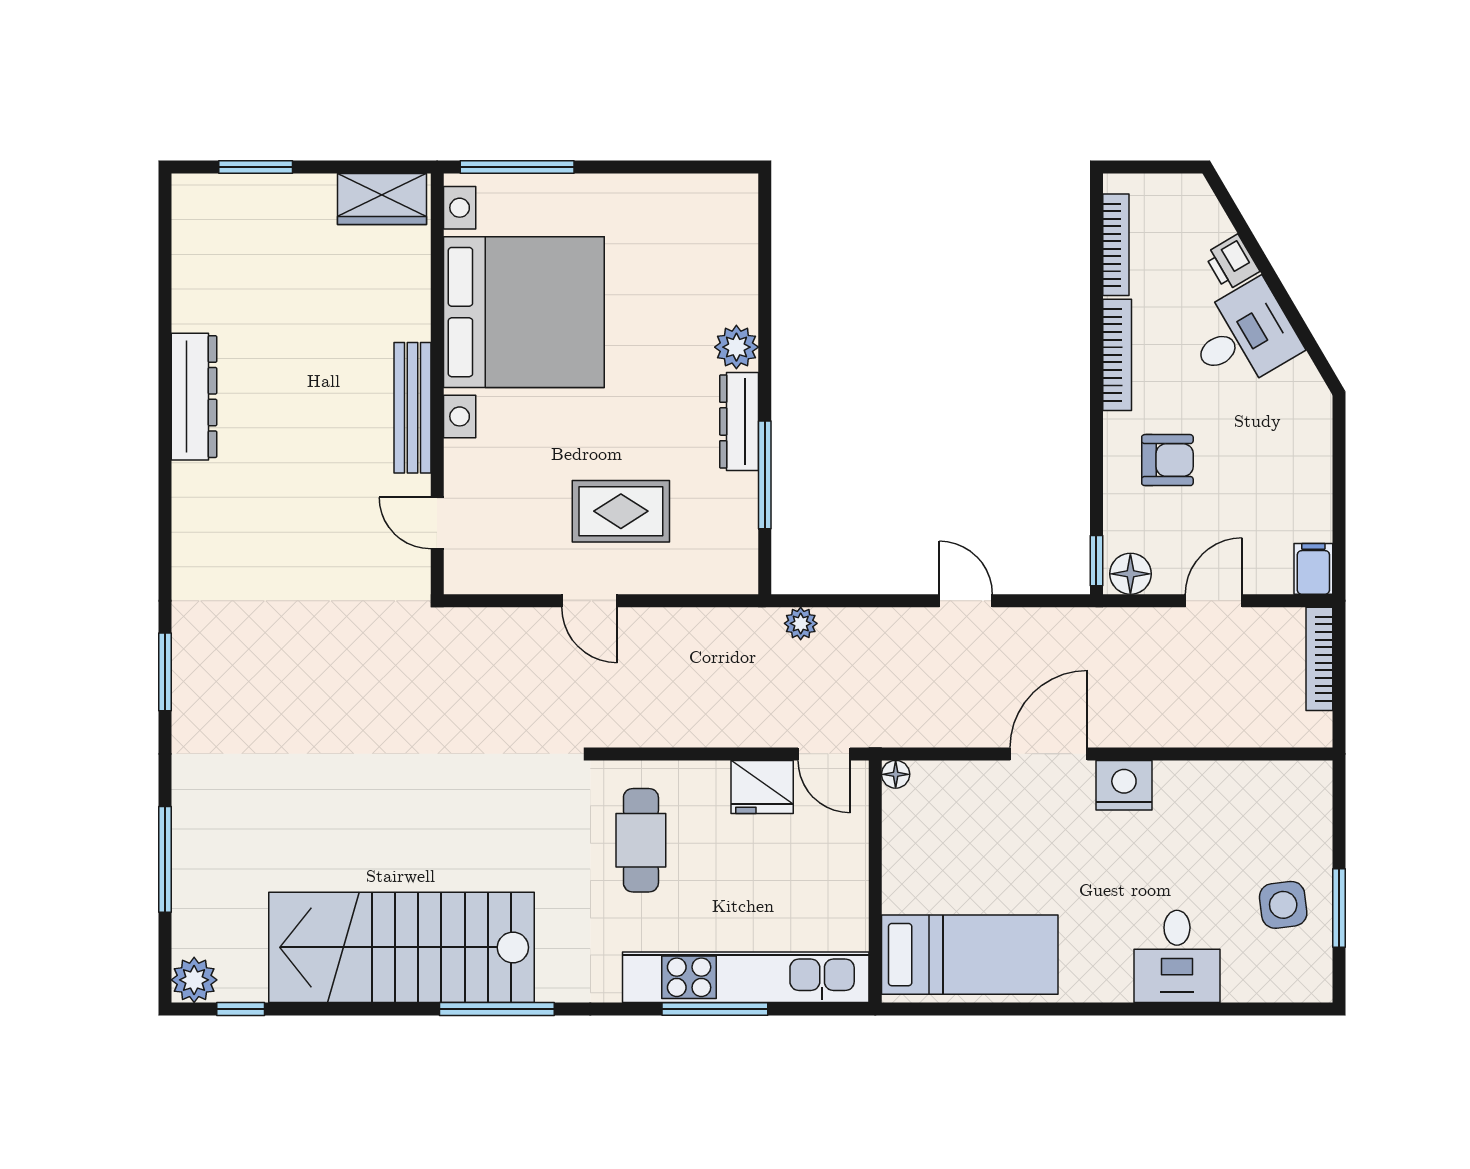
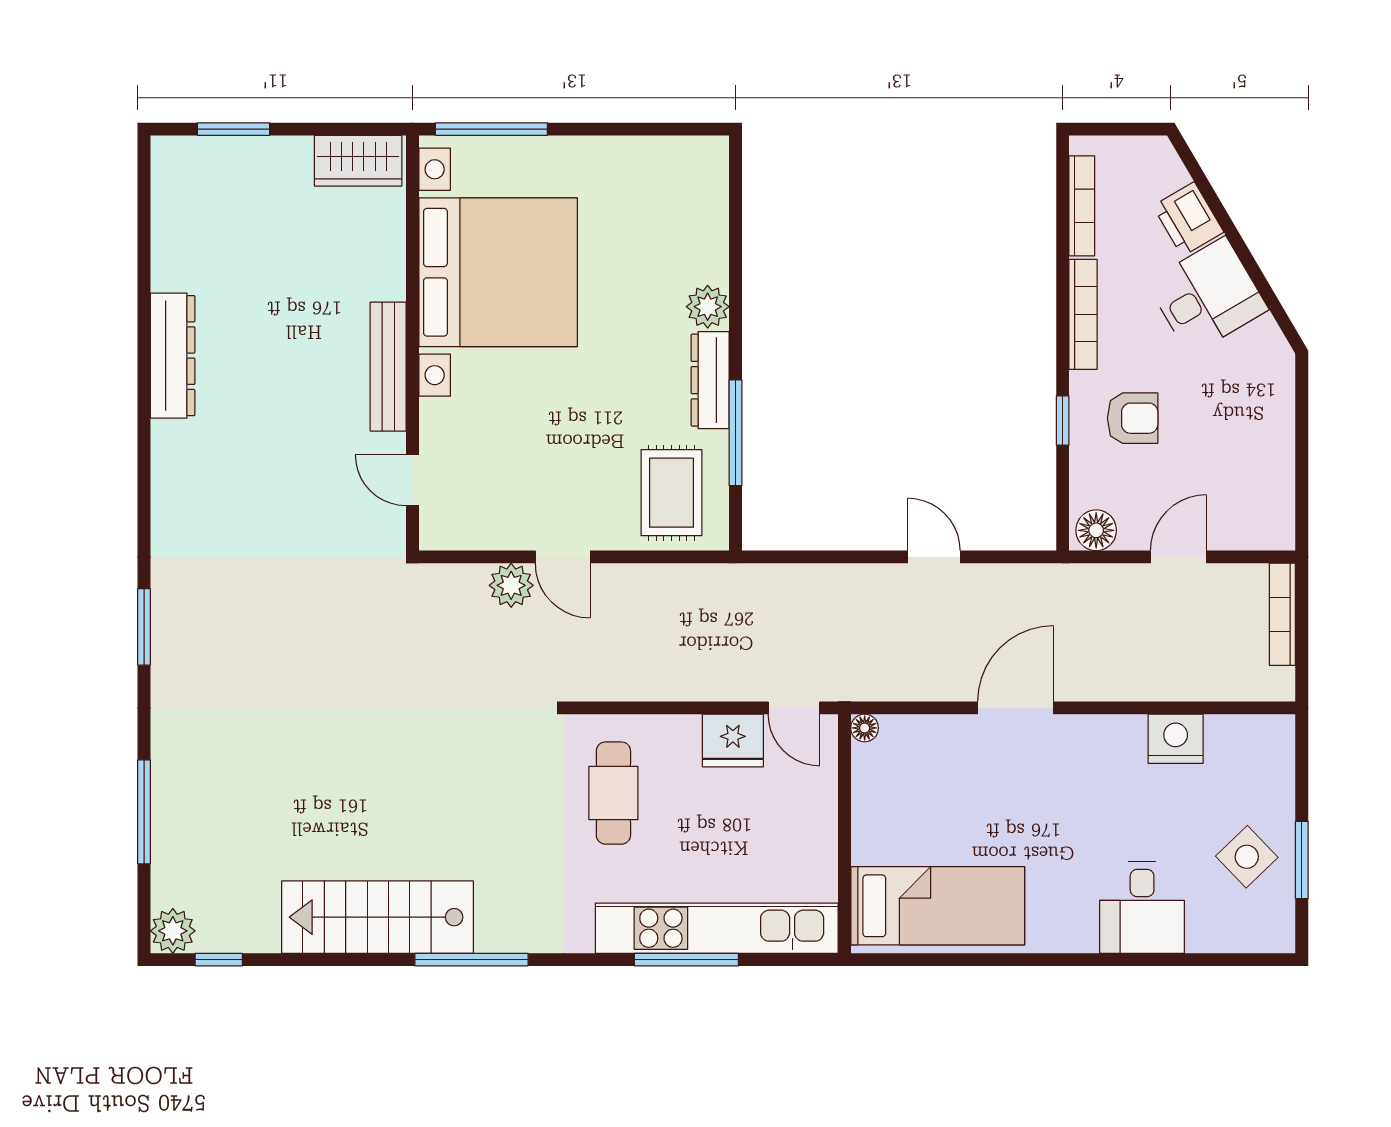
printer: (1232, 263) -> (1188, 219), width x1.36, depth x1.24
rug: (621, 511) -> (671, 493), moved, turned 90
window: (1096, 561) -> (1063, 421), moved
filing cabinet: (1313, 569) -> (1277, 525), removed
plant: (801, 623) -> (511, 585), moved, width x1.38, depth x1.38
nightstand: (1124, 785) -> (1176, 739), moved
side table: (1283, 905) -> (1247, 857), turned -37
stairs: (402, 947) -> (377, 917), width x0.73, depth x0.66

